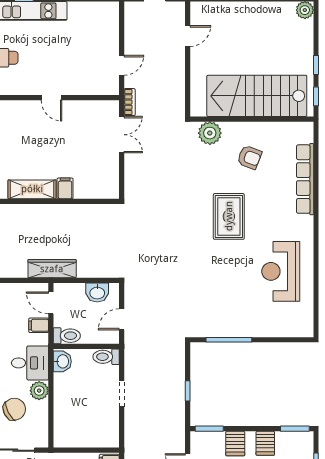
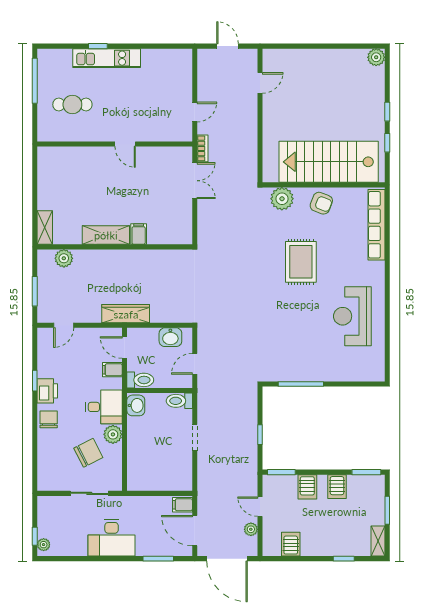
stairs: (257, 96) -> (329, 162), moved
wall: (252, 119) -> (324, 185), moved
plant: (210, 133) -> (282, 199), moved

